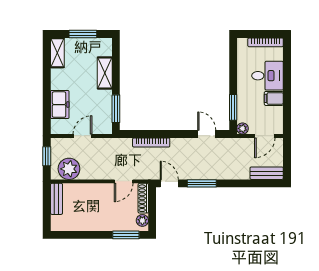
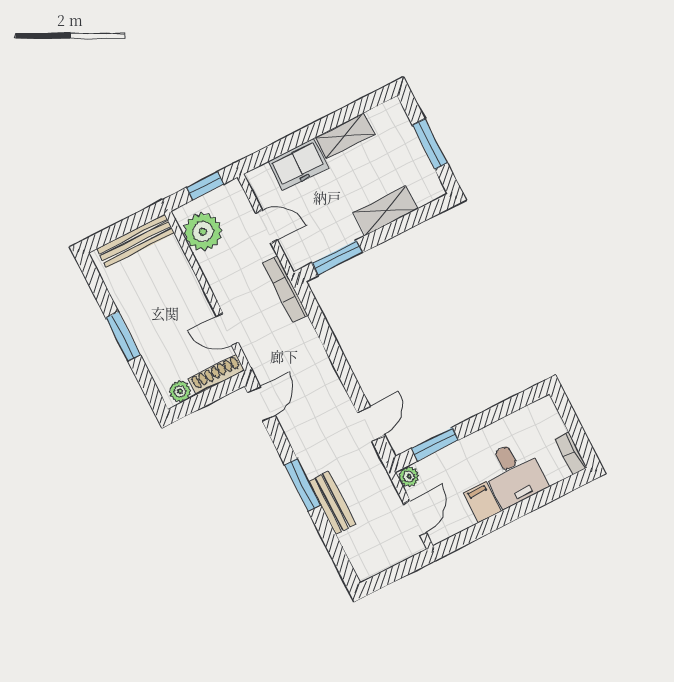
bookcase: (266, 42) -> (571, 453), width x0.64
shelving: (57, 53) -> (345, 136), moved
door: (265, 136) -> (415, 518), swing flipped
bookcase: (151, 143) -> (285, 289), moved
bench: (267, 173) -> (332, 503), moved
window: (202, 183) -> (303, 485), moved
bench: (57, 199) -> (136, 241), width x1.36
window: (126, 235) -> (123, 336), moved

